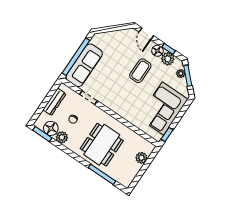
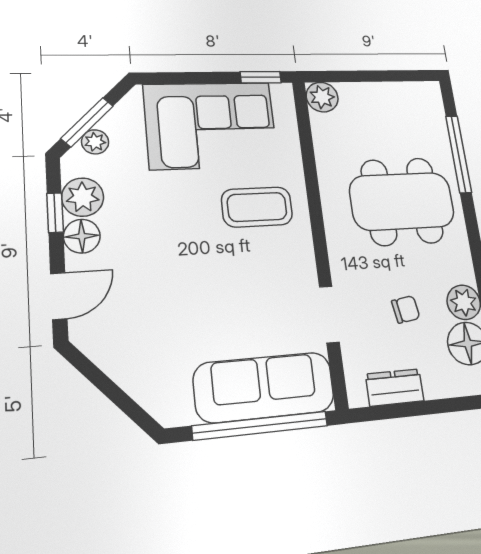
coffee table: (140, 71) -> (257, 207), moved
dresser: (54, 102) -> (395, 387), width x0.70
plant: (141, 158) -> (322, 97), moved

